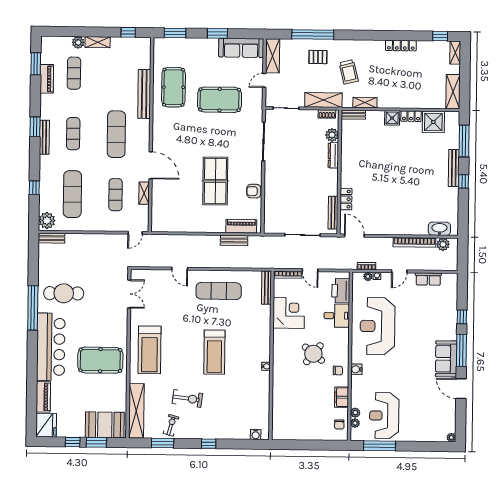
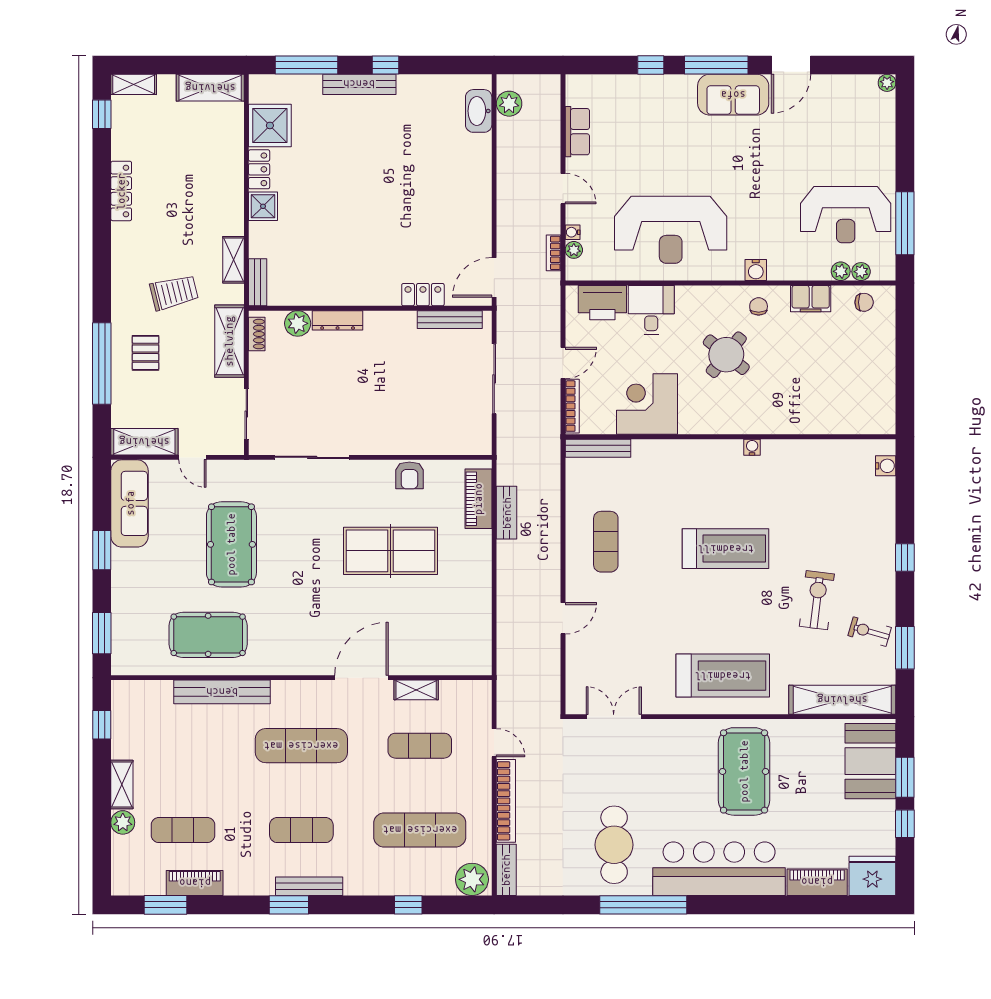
door: (135, 233) -> (494, 743), moved
bookcase: (414, 242) -> (506, 801), moved
exercise mat: (219, 291) -> (606, 542), width x0.73, depth x0.69

